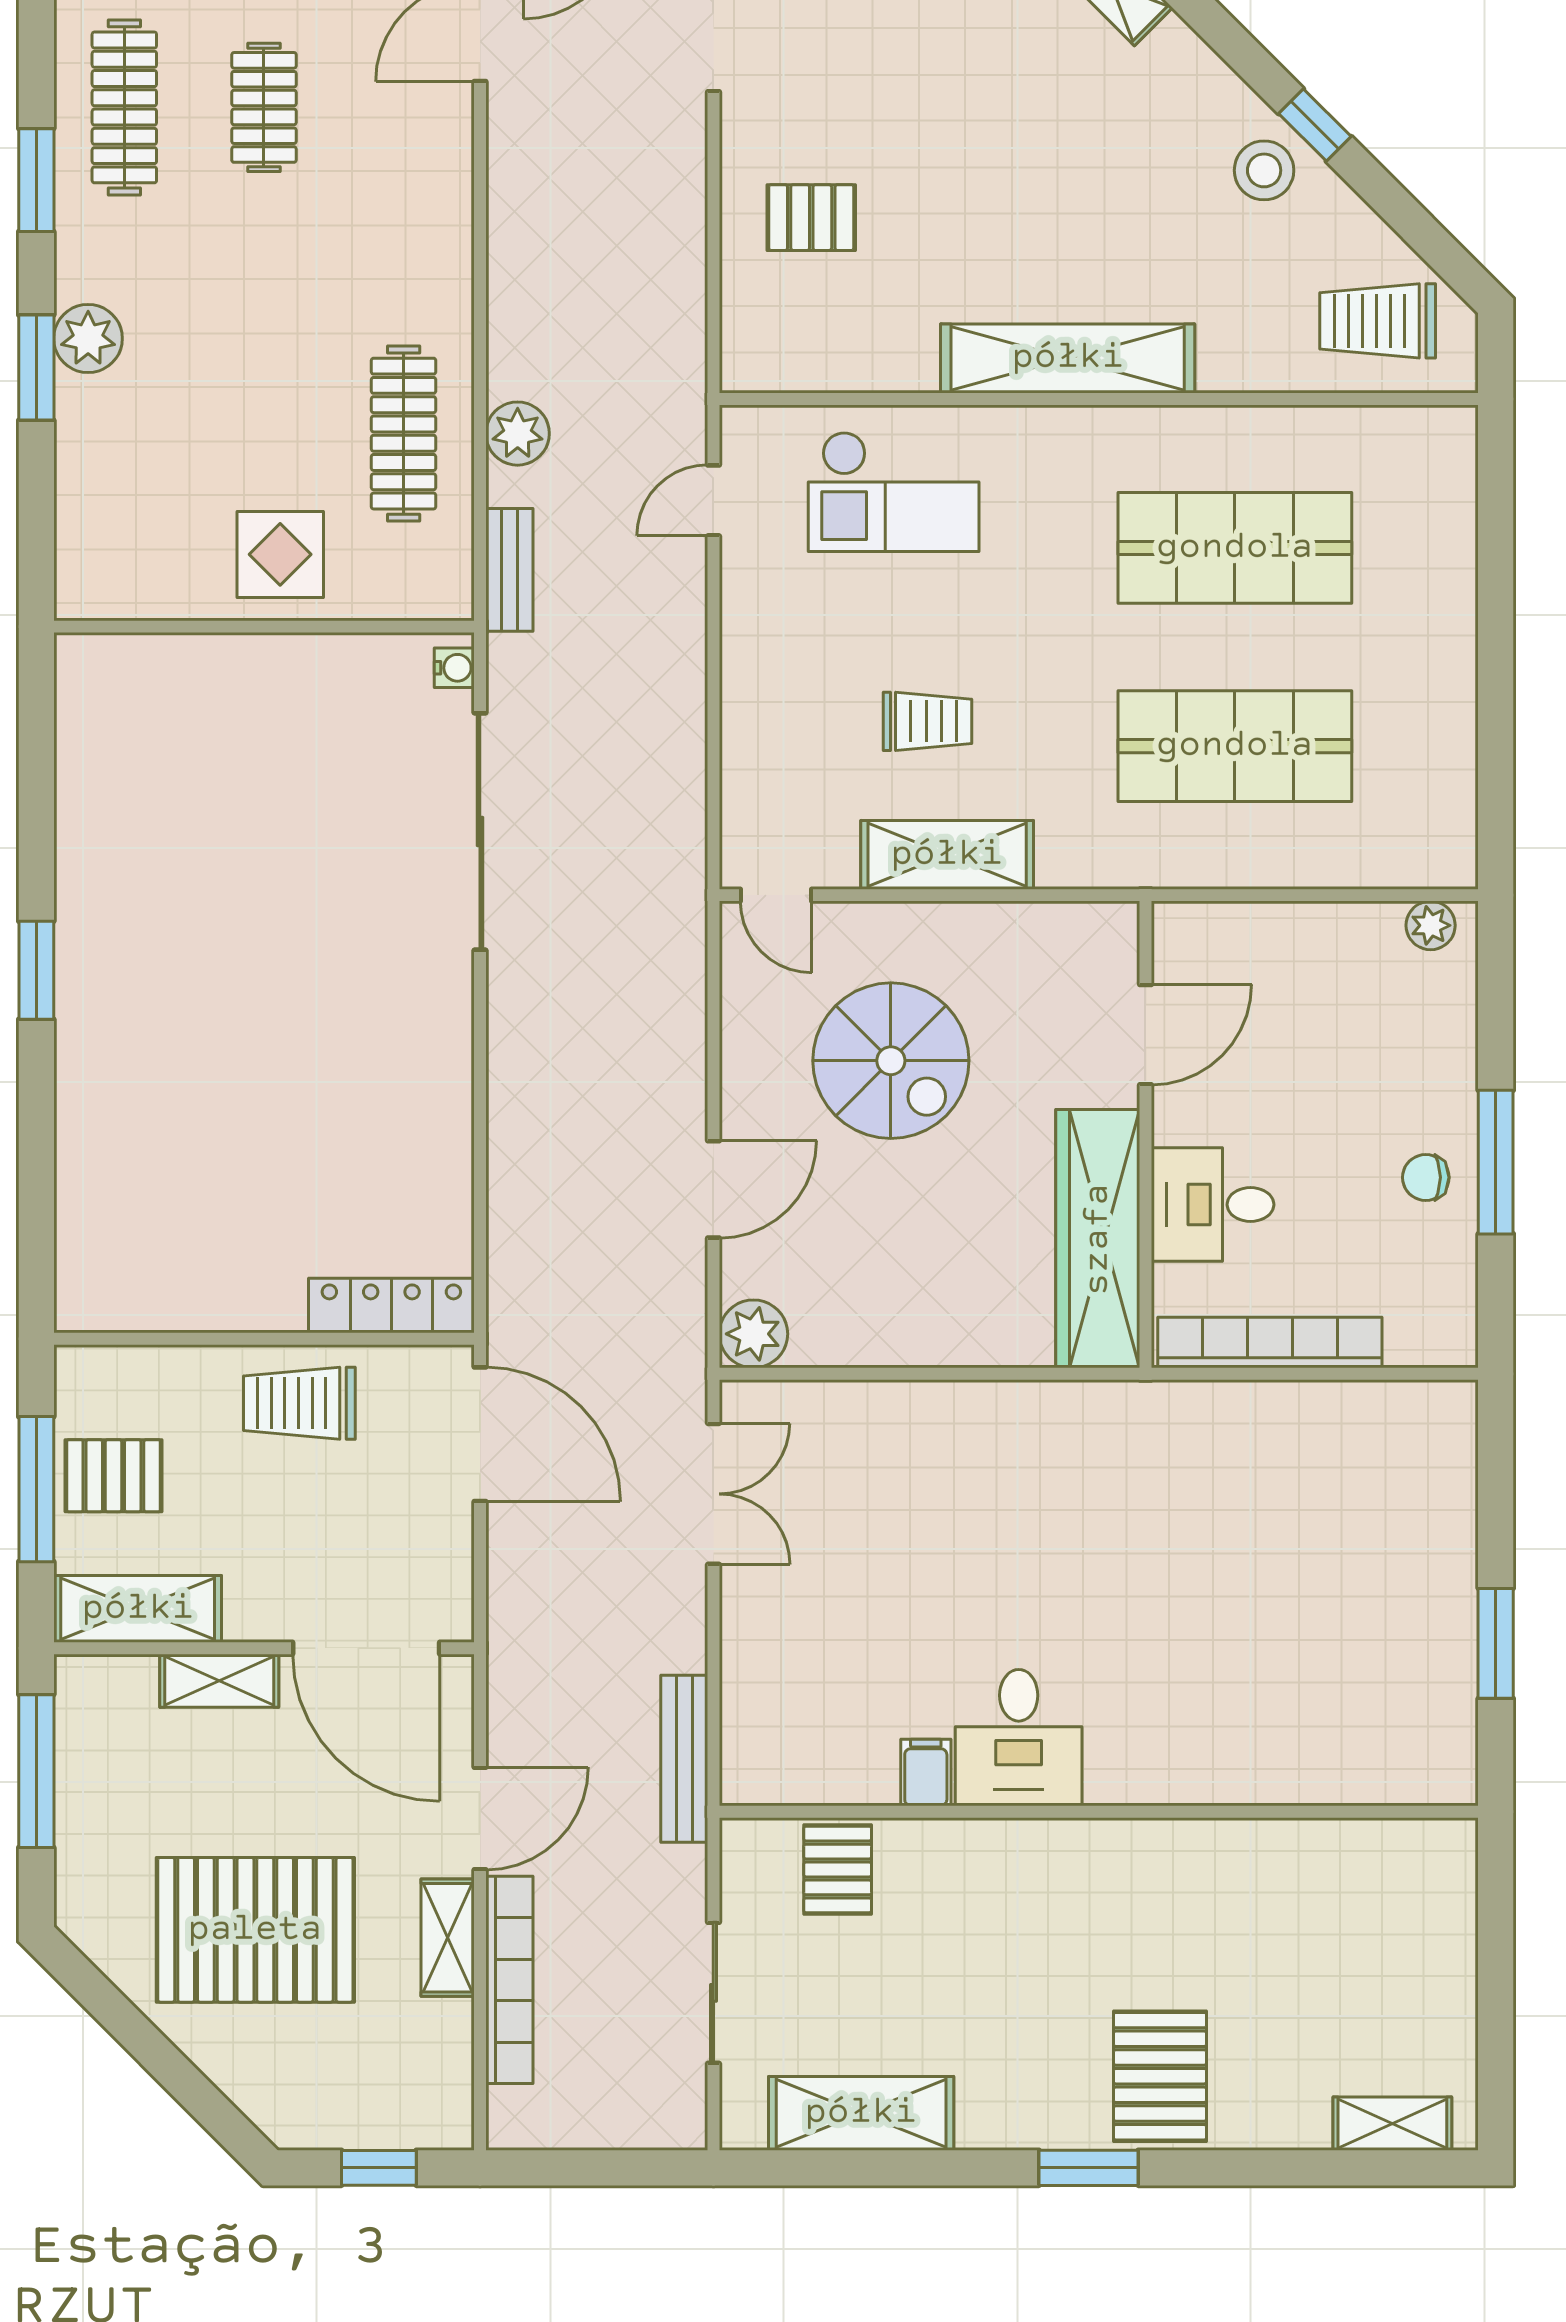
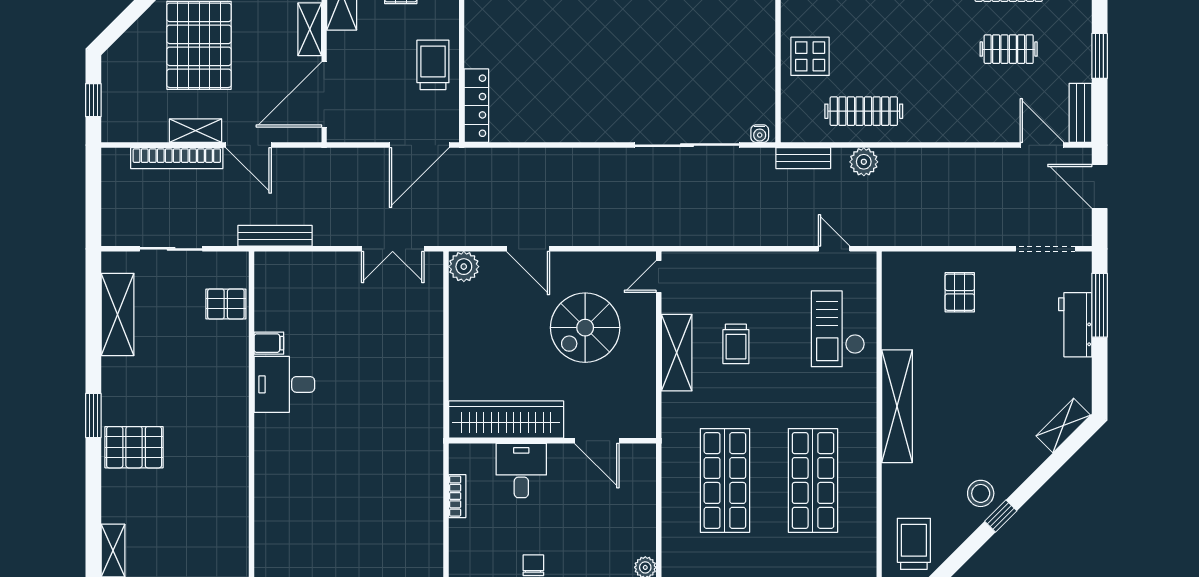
bookcase: (1270, 1343) -> (457, 496), width x0.43, depth x0.76

